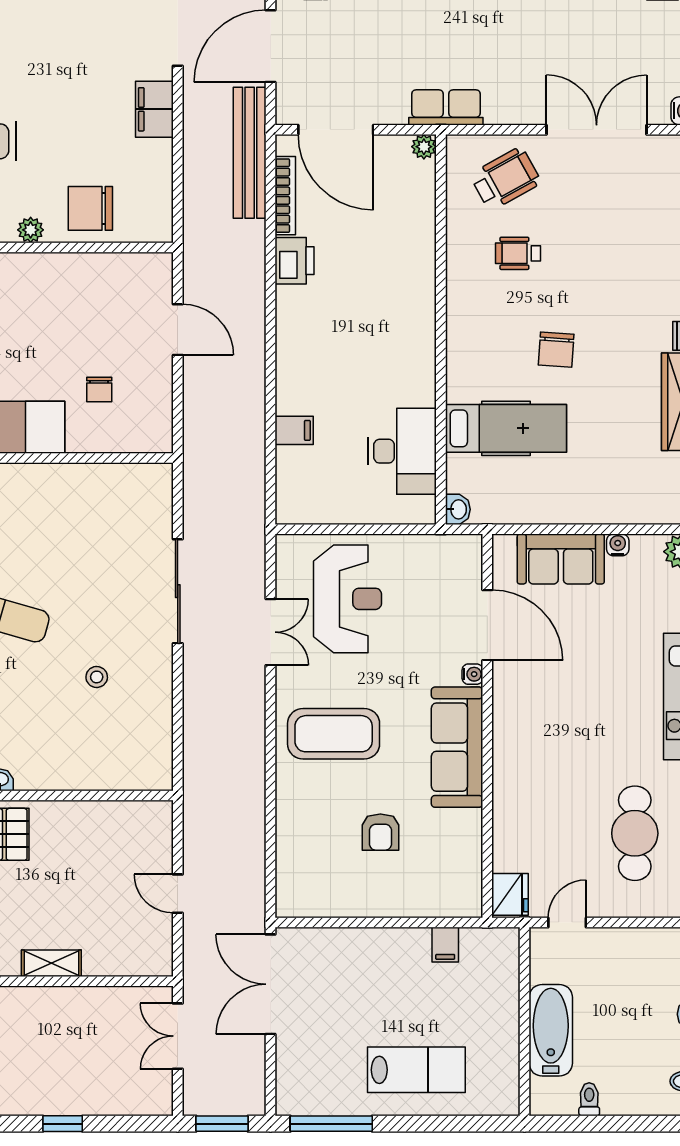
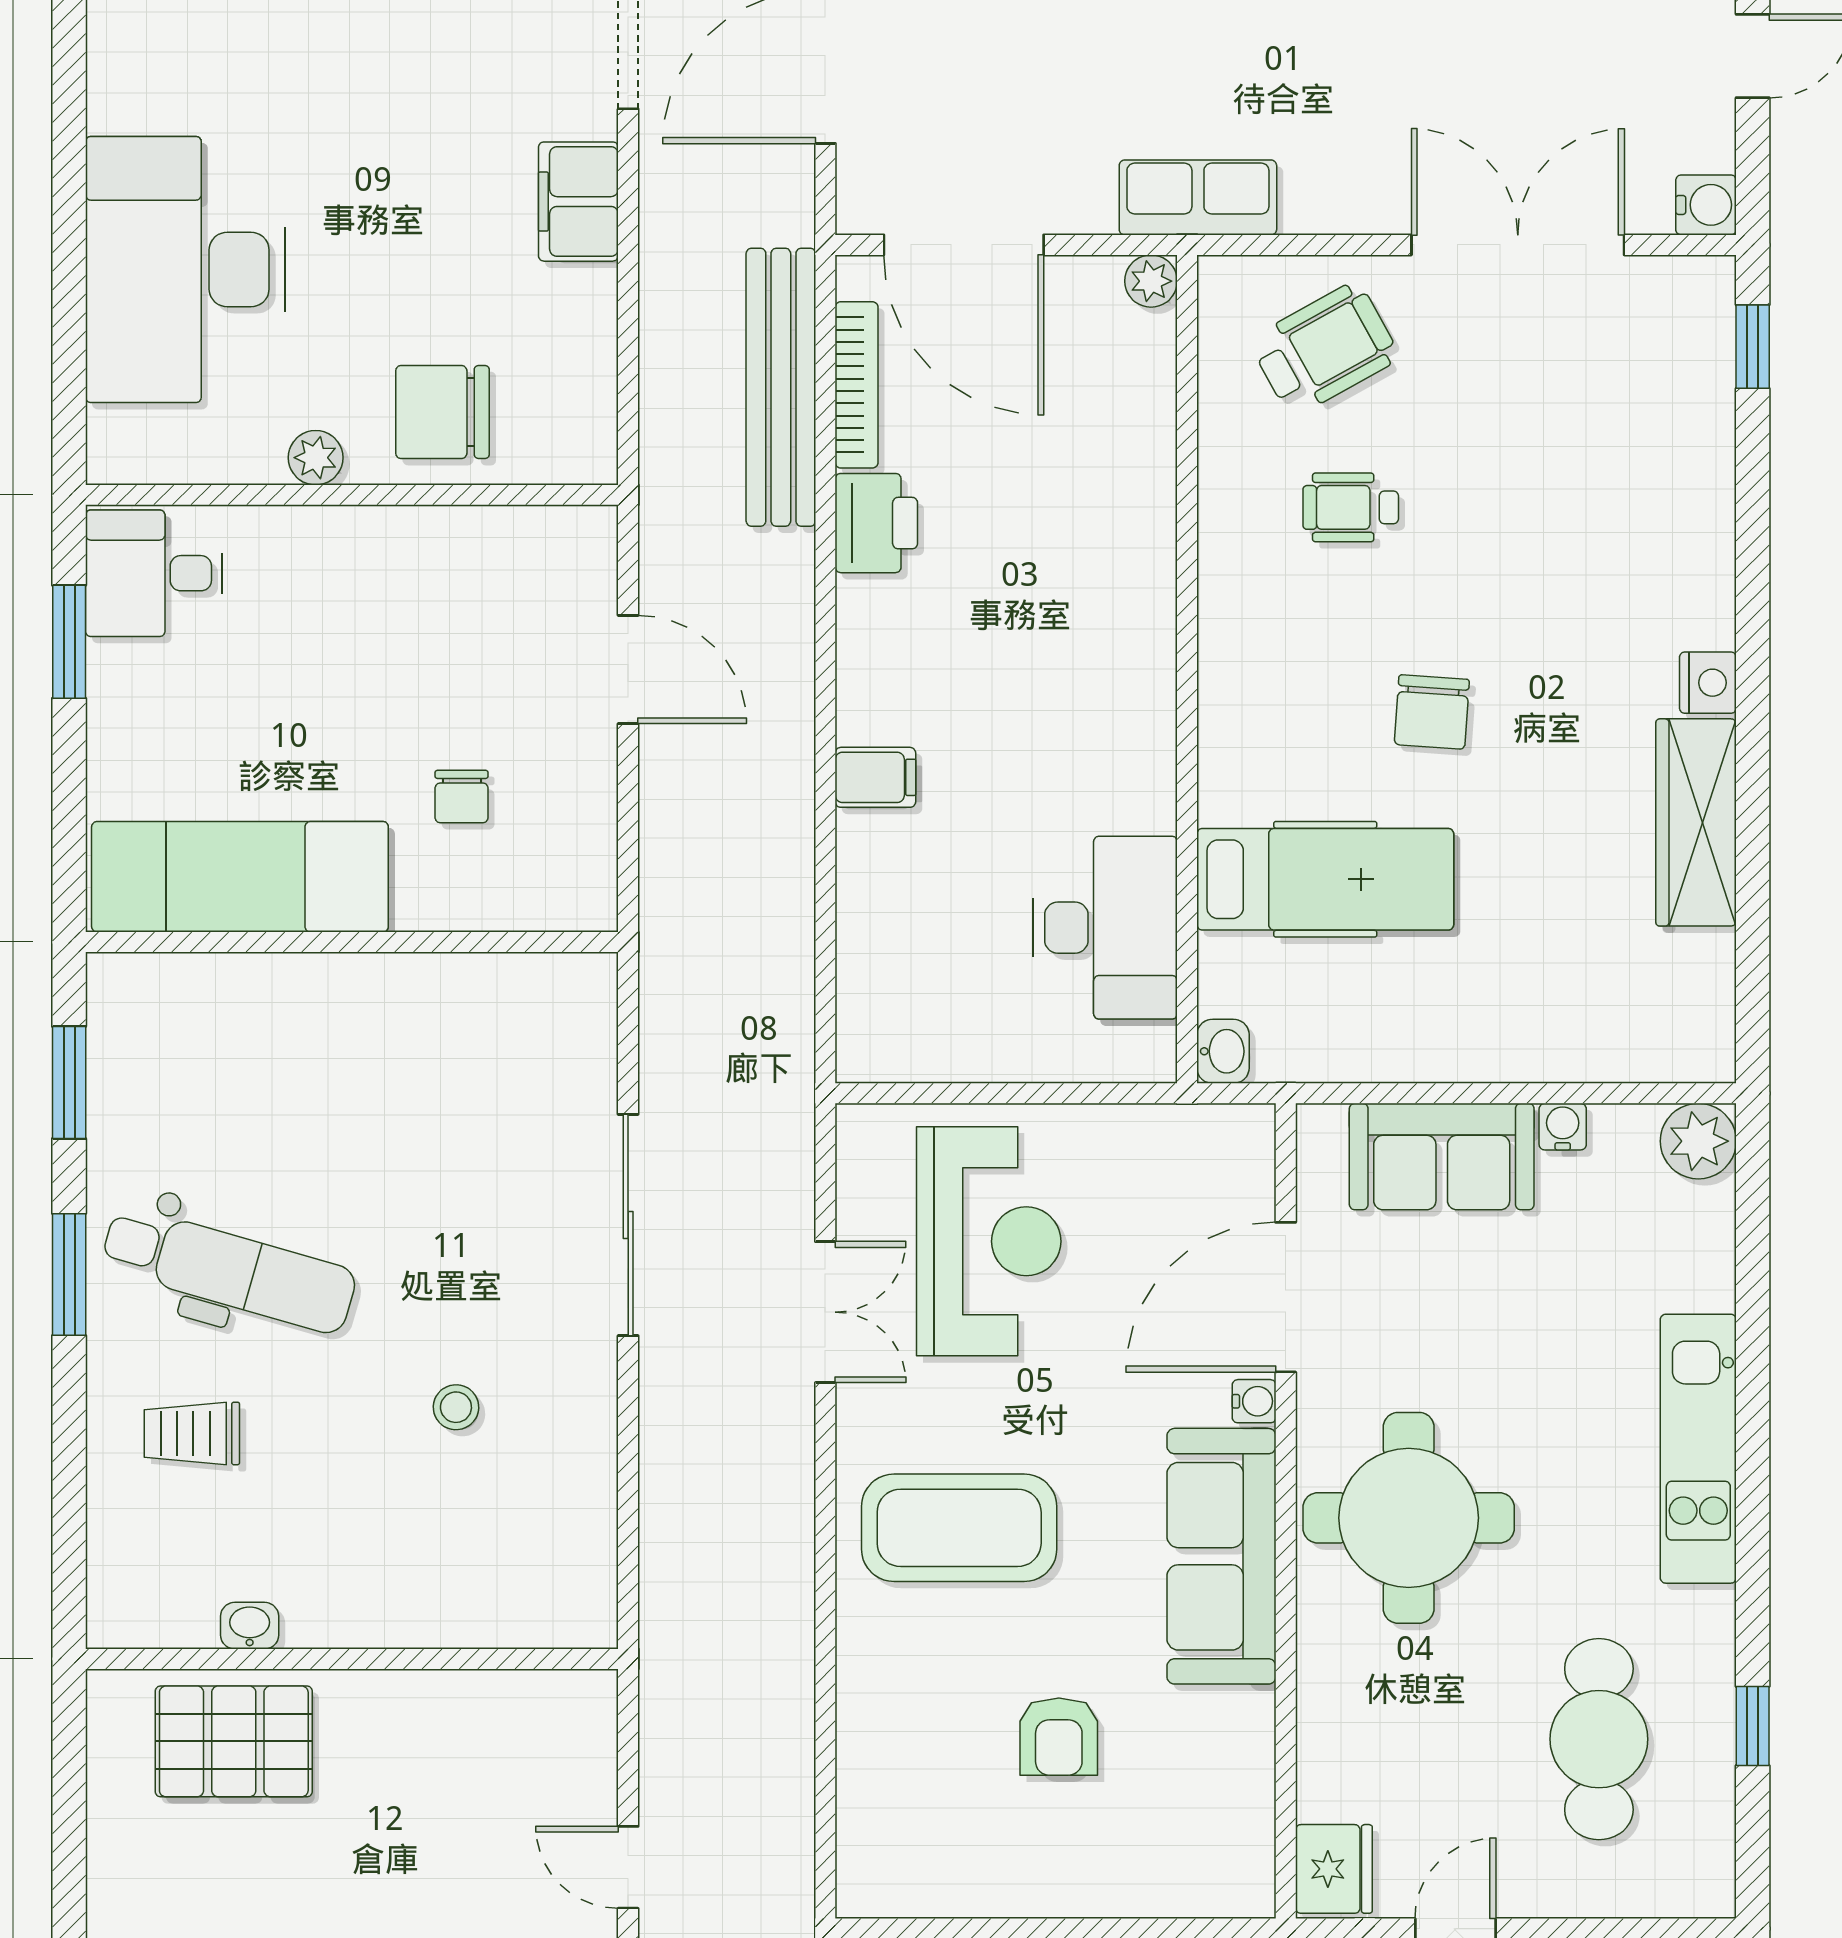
bench: (250, 153) -> (781, 387), moved
filing cabinet: (294, 430) -> (875, 777), moved
door: (487, 625) -> (1286, 1297), swing flipped
round table: (545, 729) -> (1409, 1518), added

